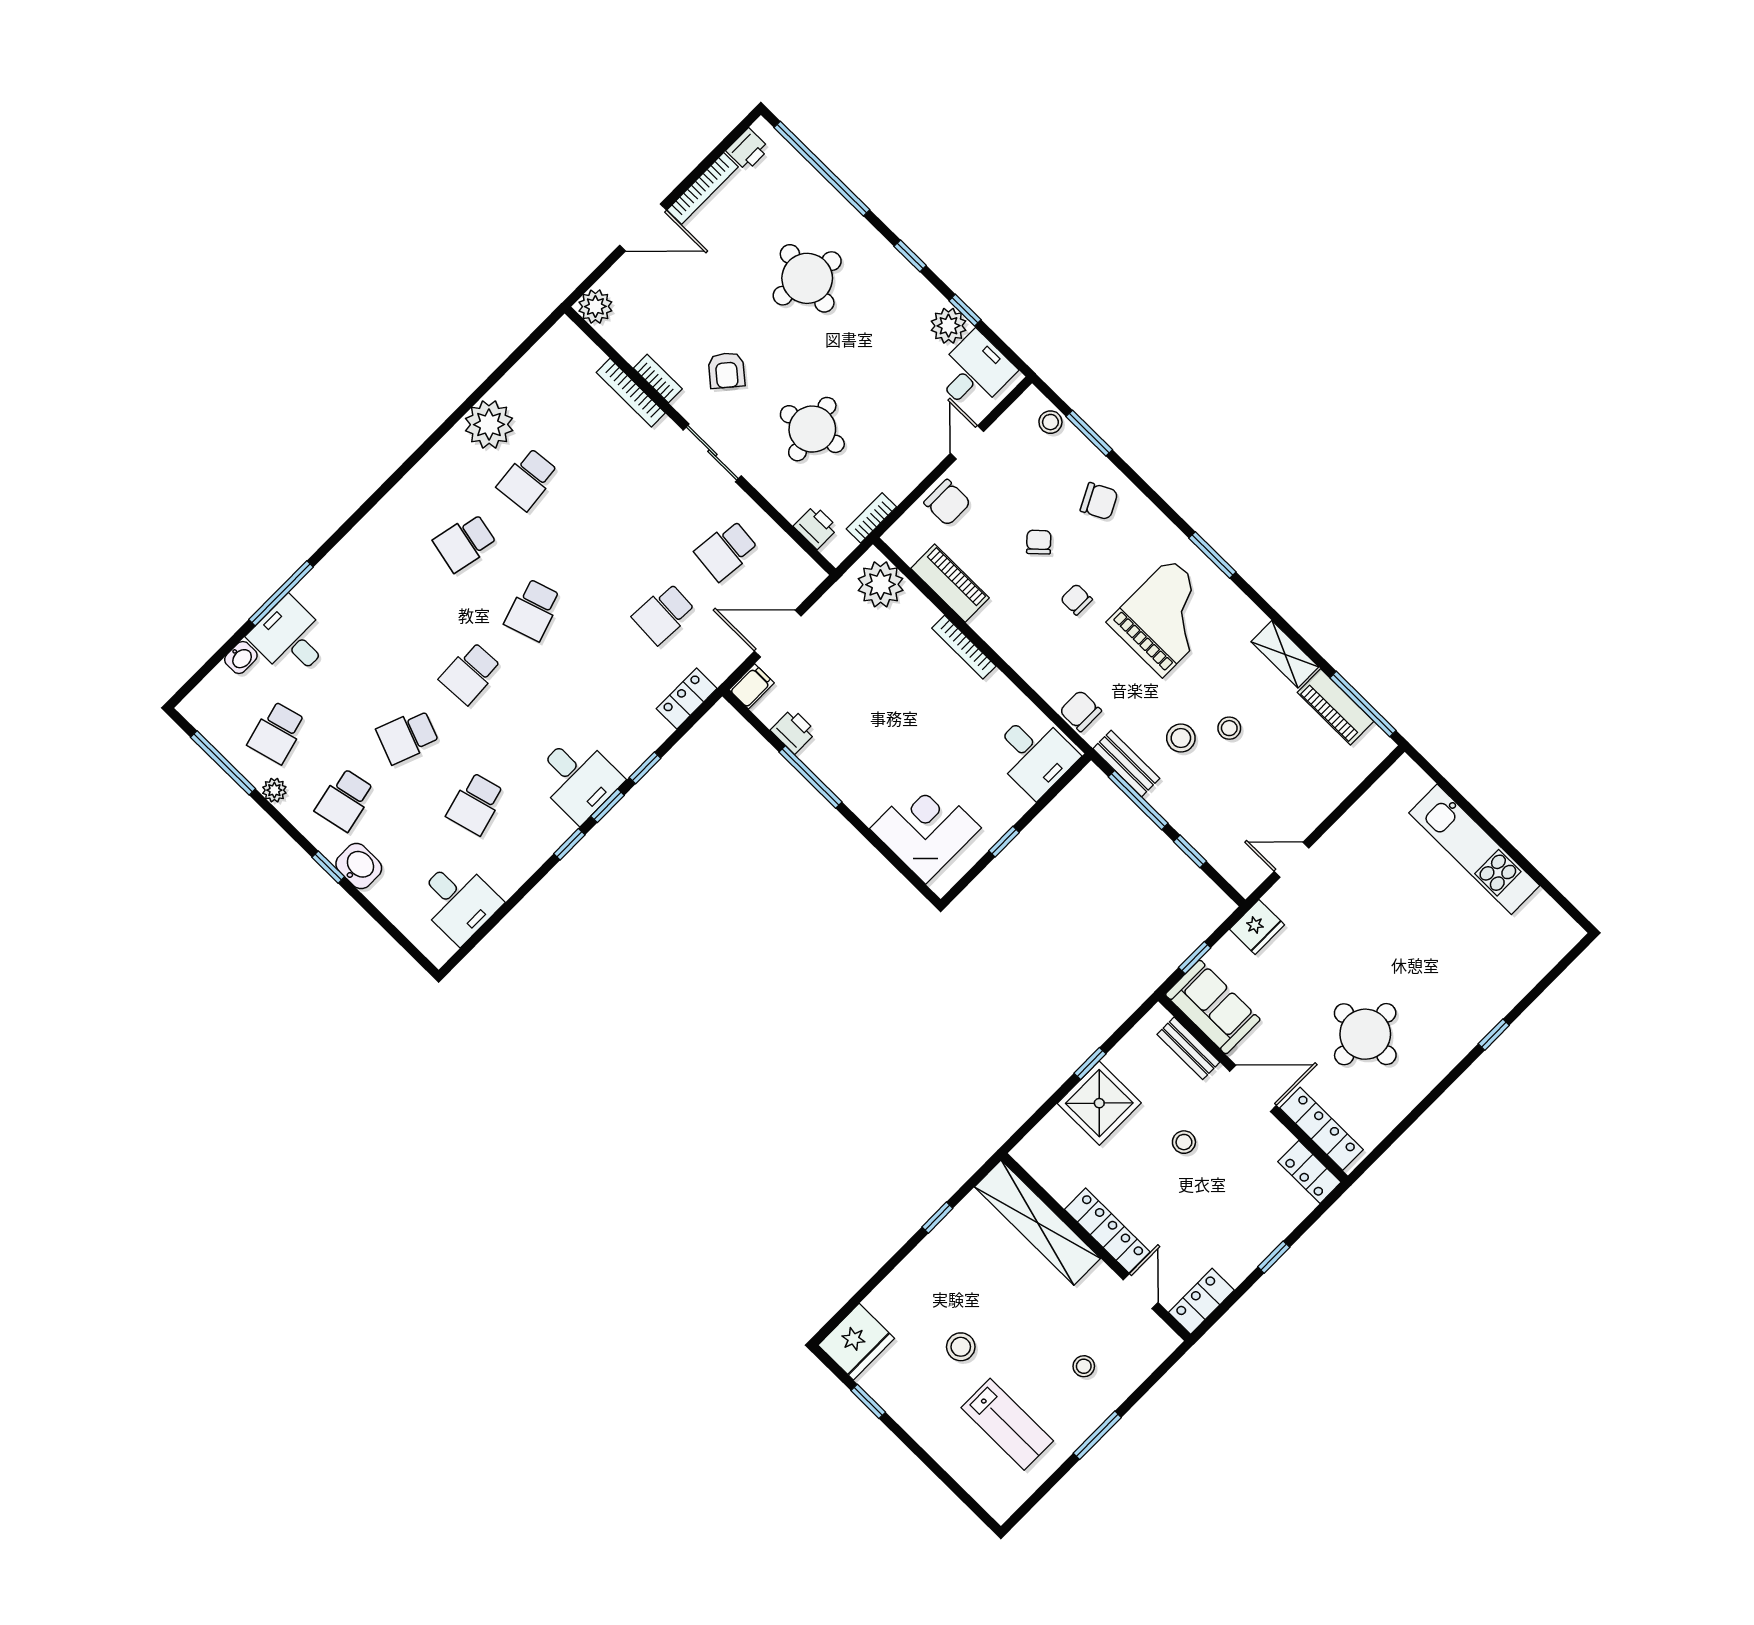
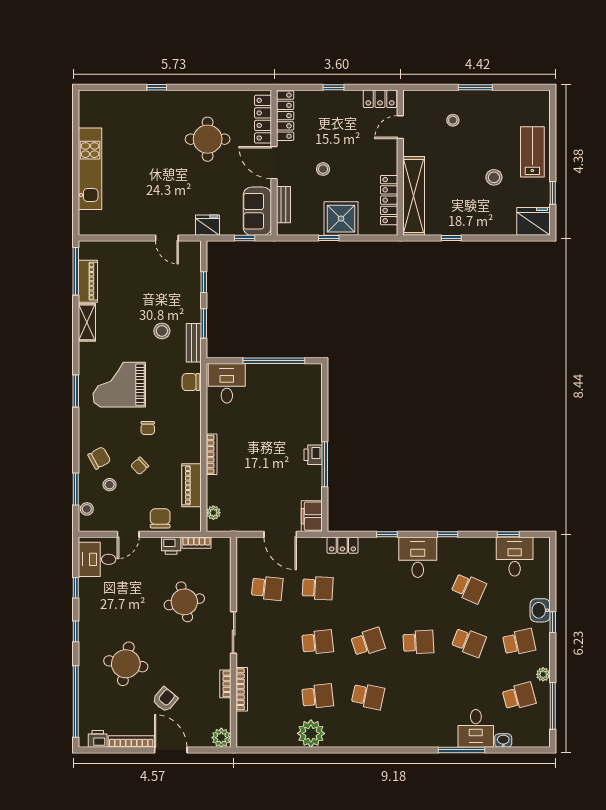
plant: (949, 326) -> (89, 588), removed
armchair: (726, 370) -> (165, 699), moved
chair: (1099, 501) -> (99, 458), turned 88
printer: (816, 527) -> (171, 546), moved, turned -90
school desk: (596, 546) -> (318, 642), added
plant: (881, 584) -> (213, 513), width x0.53, depth x0.53
filing cabinet: (752, 686) -> (312, 516), width x2.00
chair: (1080, 711) -> (191, 382), turned 90
stool: (1229, 728) -> (109, 485), moved
printer: (793, 731) -> (313, 455), moved
window: (1138, 800) -> (204, 323), width x0.69
school desk: (476, 804) -> (469, 588), turned 39
window: (608, 806) -> (508, 534), moved
corner desk: (925, 828) -> (300, 398), removed
window: (1004, 842) -> (274, 361), width x3.17
locker: (1309, 1172) -> (285, 116), width x1.53
locker: (1107, 1231) -> (389, 200), moved
lab bench: (1007, 1424) -> (532, 152), moved

